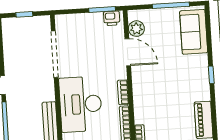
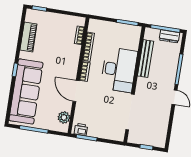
sofa: (194, 32) -> (26, 92), width x1.85, depth x1.27
door: (128, 52) -> (76, 91), moved

